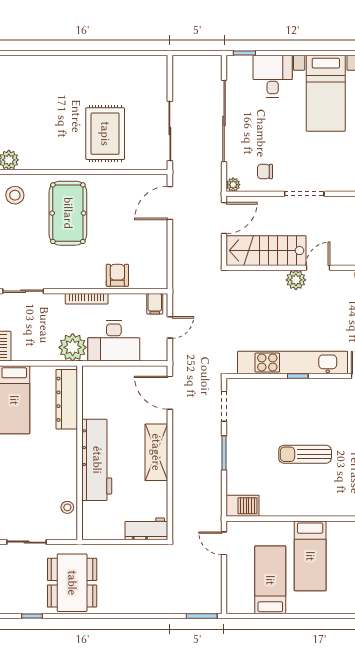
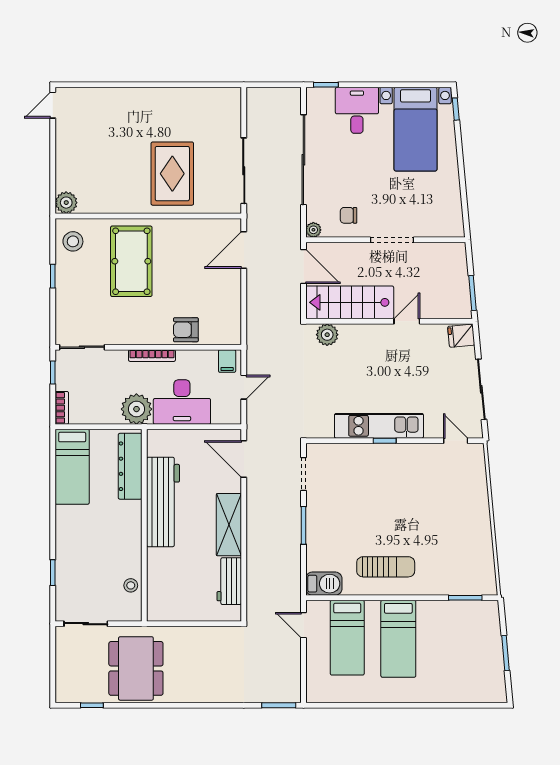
door: (224, 218) -> (303, 267), hinge flipped
armchair: (117, 275) -> (186, 330), turned -90
plant: (296, 280) -> (327, 335), moved
kitchen unit: (293, 362) -> (379, 426), width x0.73
sun lounger: (305, 454) -> (386, 567), moved, turned 180
workbench: (97, 460) -> (163, 502), moved
workbench: (146, 529) -> (229, 581), moved, turned -90
bed: (270, 580) -> (347, 638), moved, turned 180

